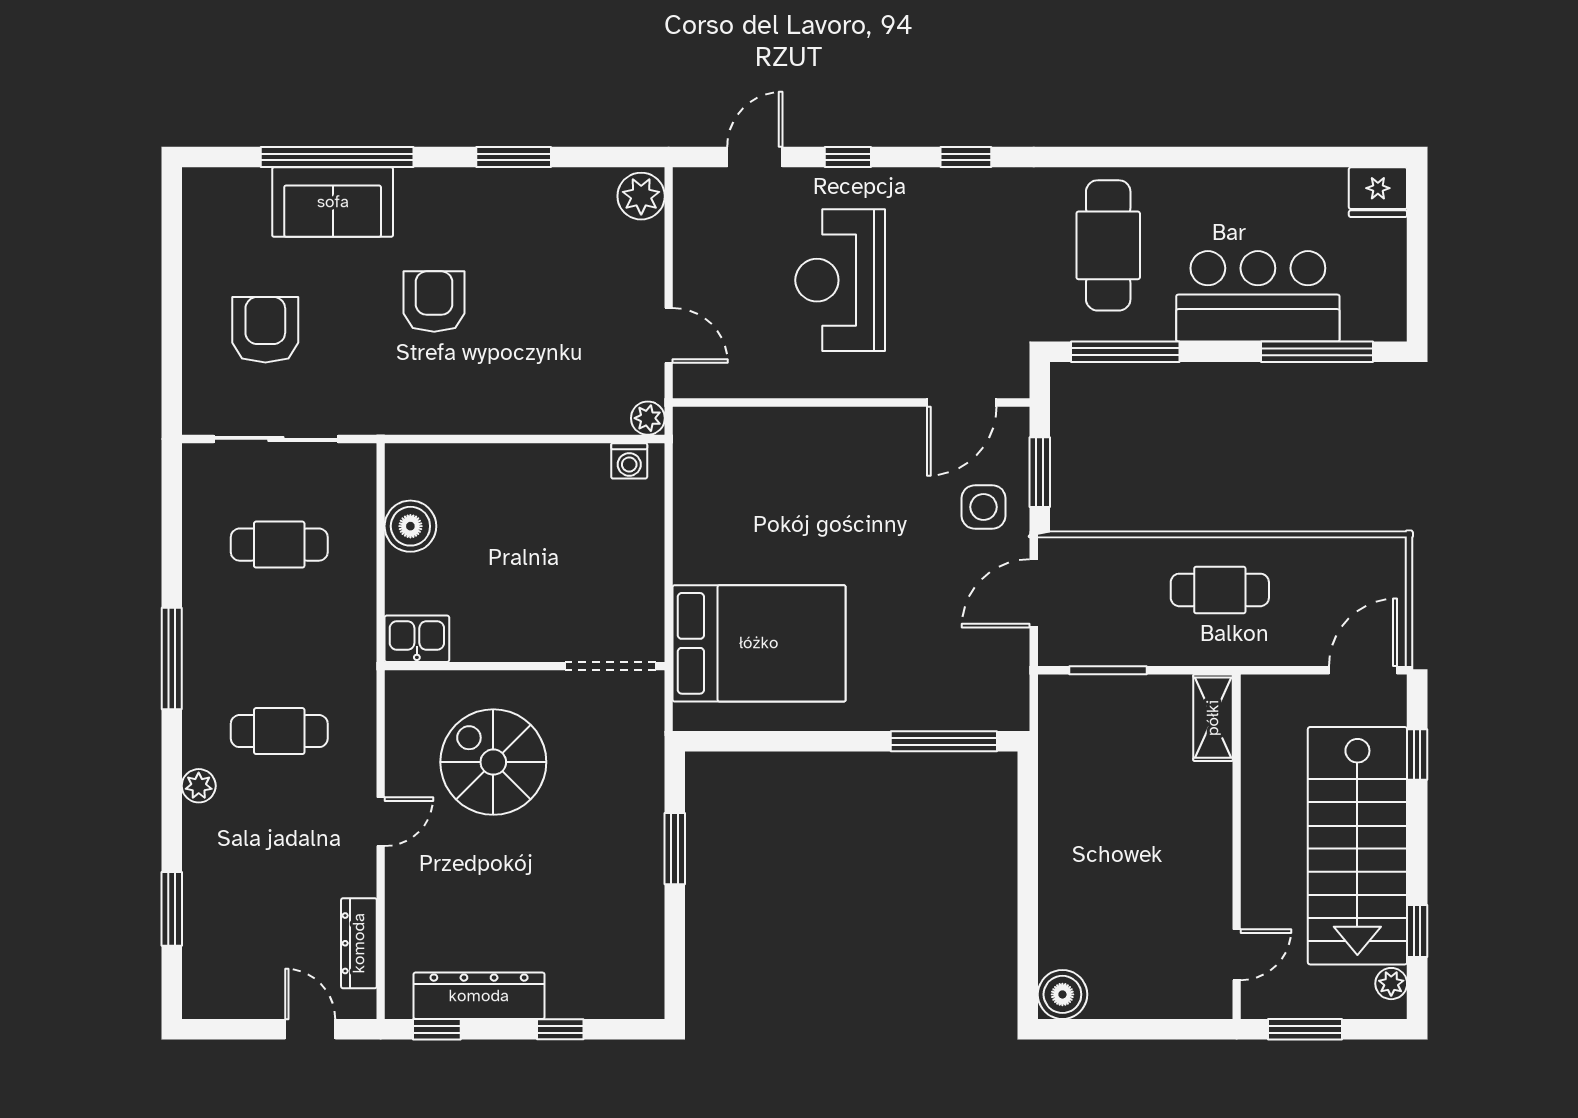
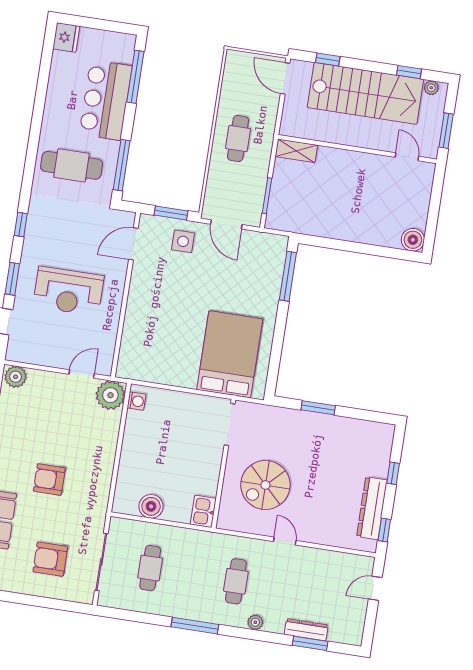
window: (848, 157) -> (12, 279), width x1.50
door: (962, 402) -> (133, 244), swing flipped
plant: (648, 418) -> (110, 395), width x1.87, depth x1.87
dresser: (359, 943) -> (306, 630), moved, turned 180

